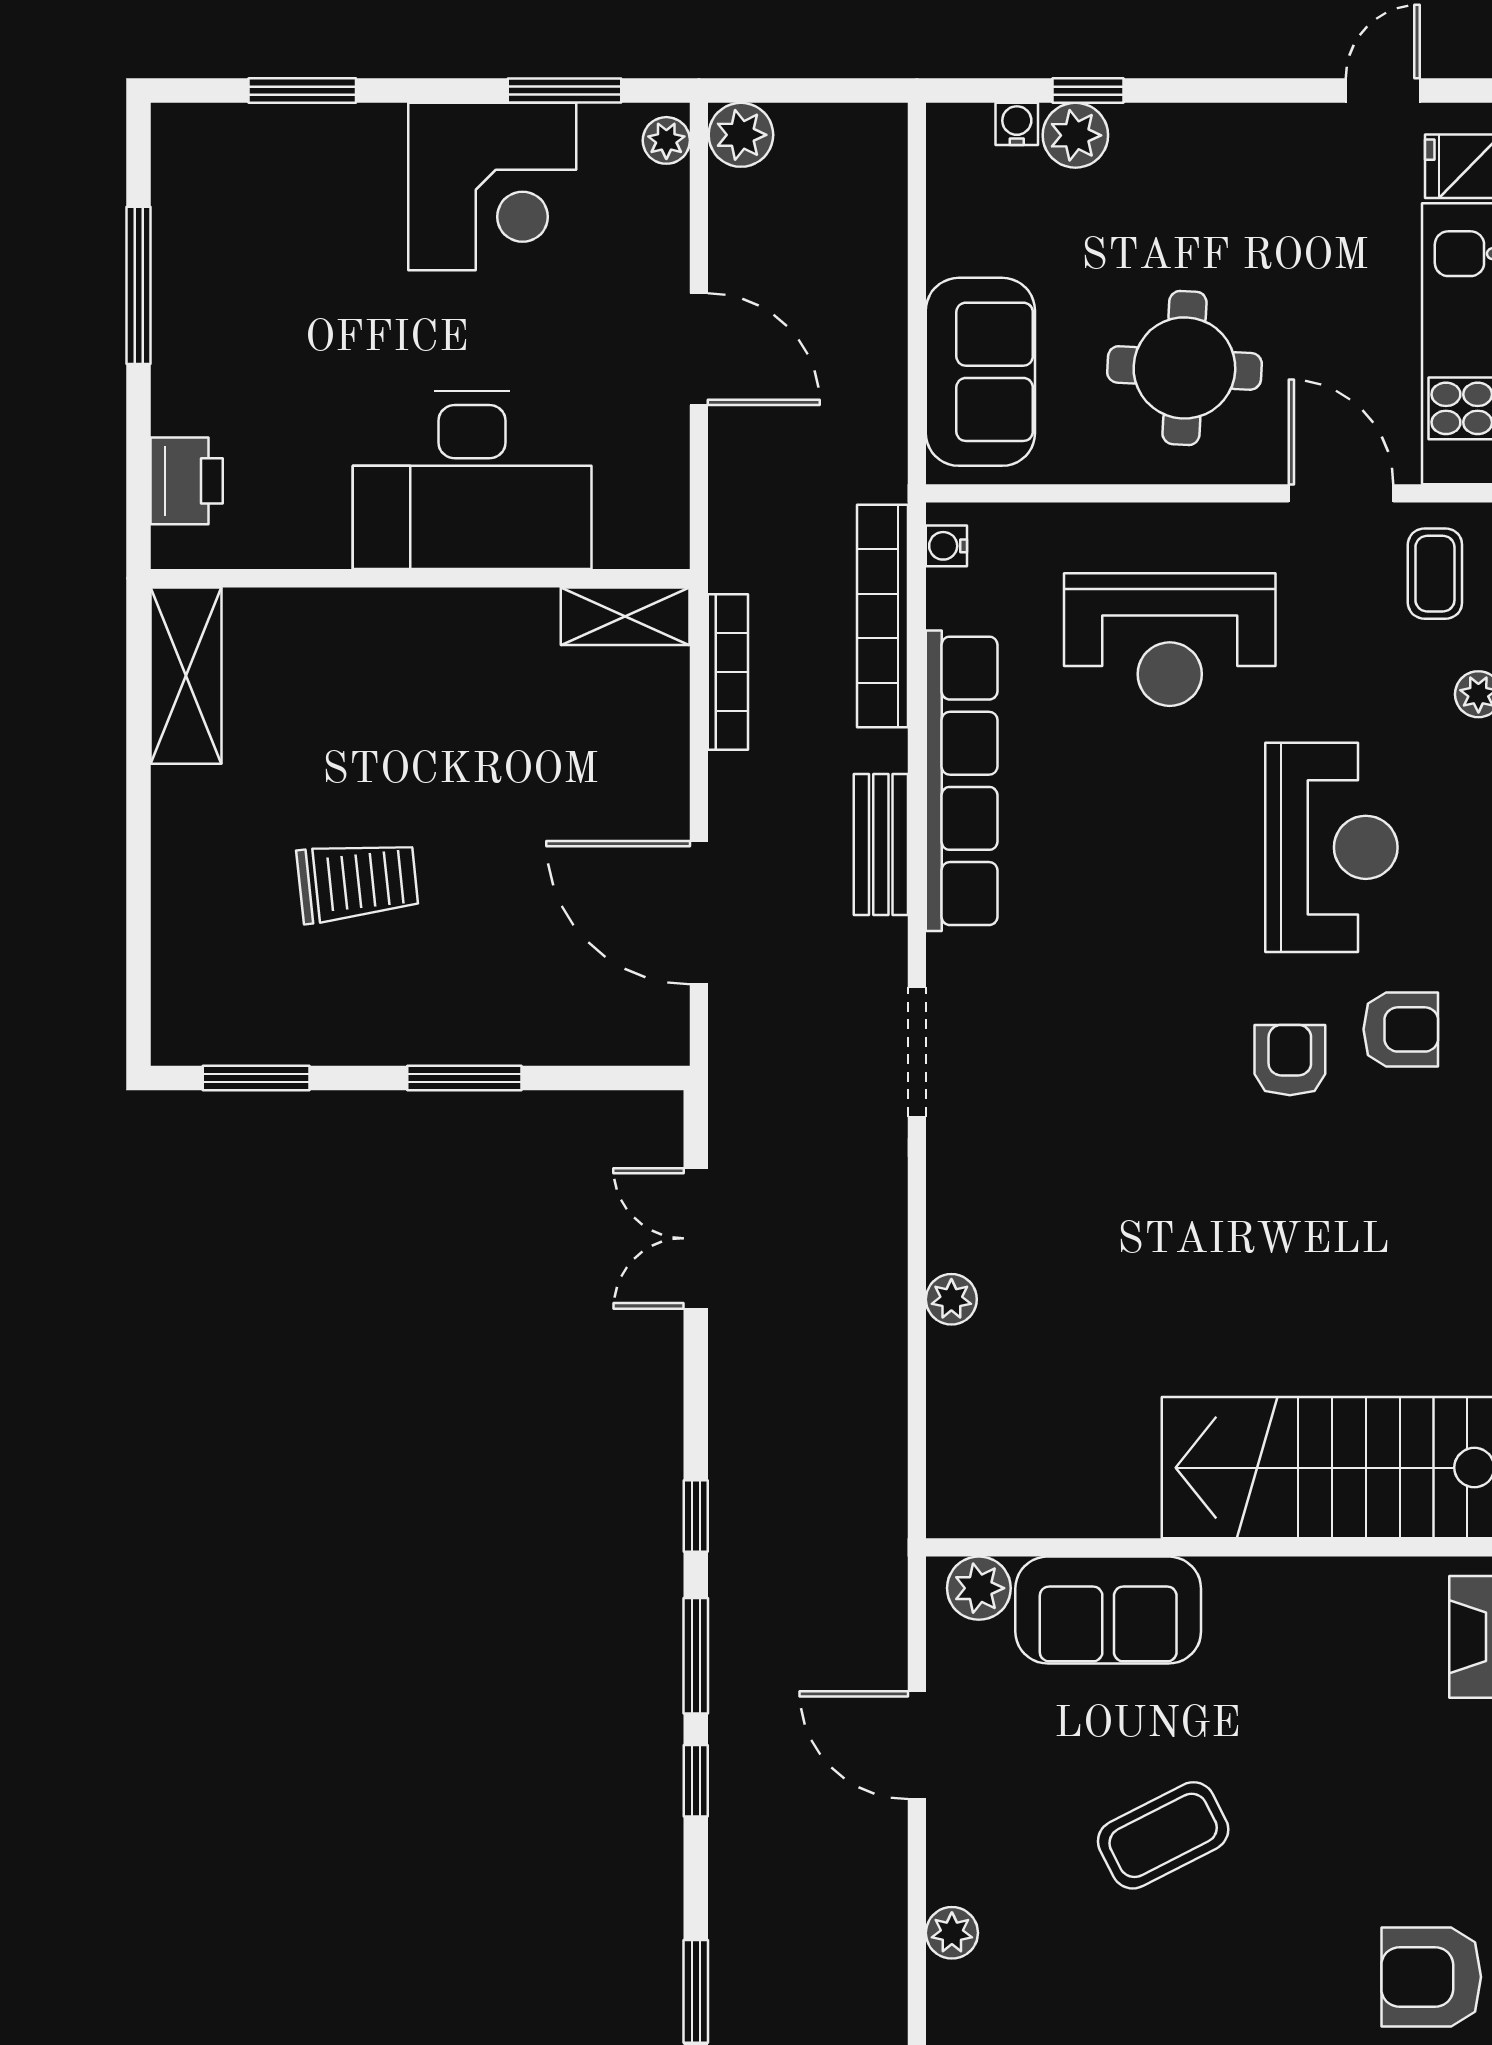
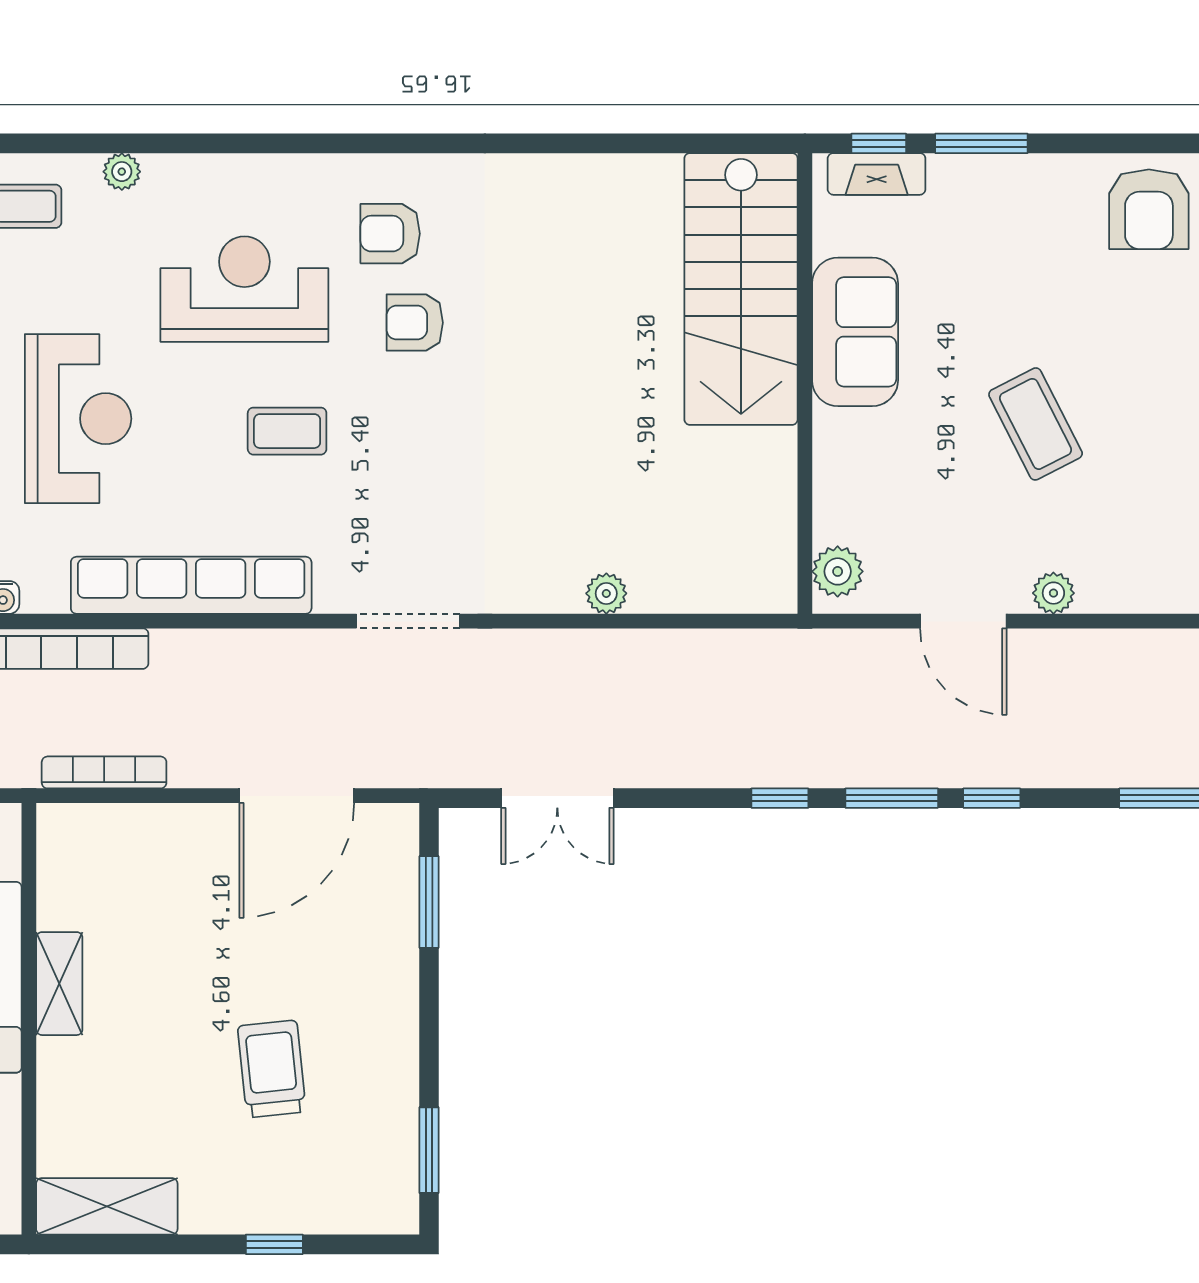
shelving: (625, 616) -> (59, 984), moved
bench: (881, 844) -> (242, 650), removed
window: (139, 885) -> (274, 1244), added
coffee table: (1154, 901) -> (287, 431), added
armchair: (1401, 1029) -> (390, 234), turned -90
window: (464, 1078) -> (429, 902), moved
sofa: (1108, 1610) -> (855, 332), moved
door: (917, 1745) -> (963, 621), hinge flipped
plant: (952, 1933) -> (1053, 593), moved

